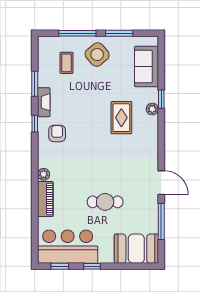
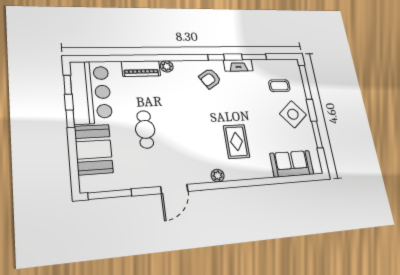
window: (77, 33) -> (305, 82), moved
window: (161, 99) -> (263, 182), removed
plant: (152, 109) -> (218, 176), moved
rug: (121, 118) -> (236, 141), turned 90
armchair: (57, 133) -> (210, 79), turned 147
window: (161, 222) -> (110, 194), moved
booth: (136, 249) -> (94, 149), moved

